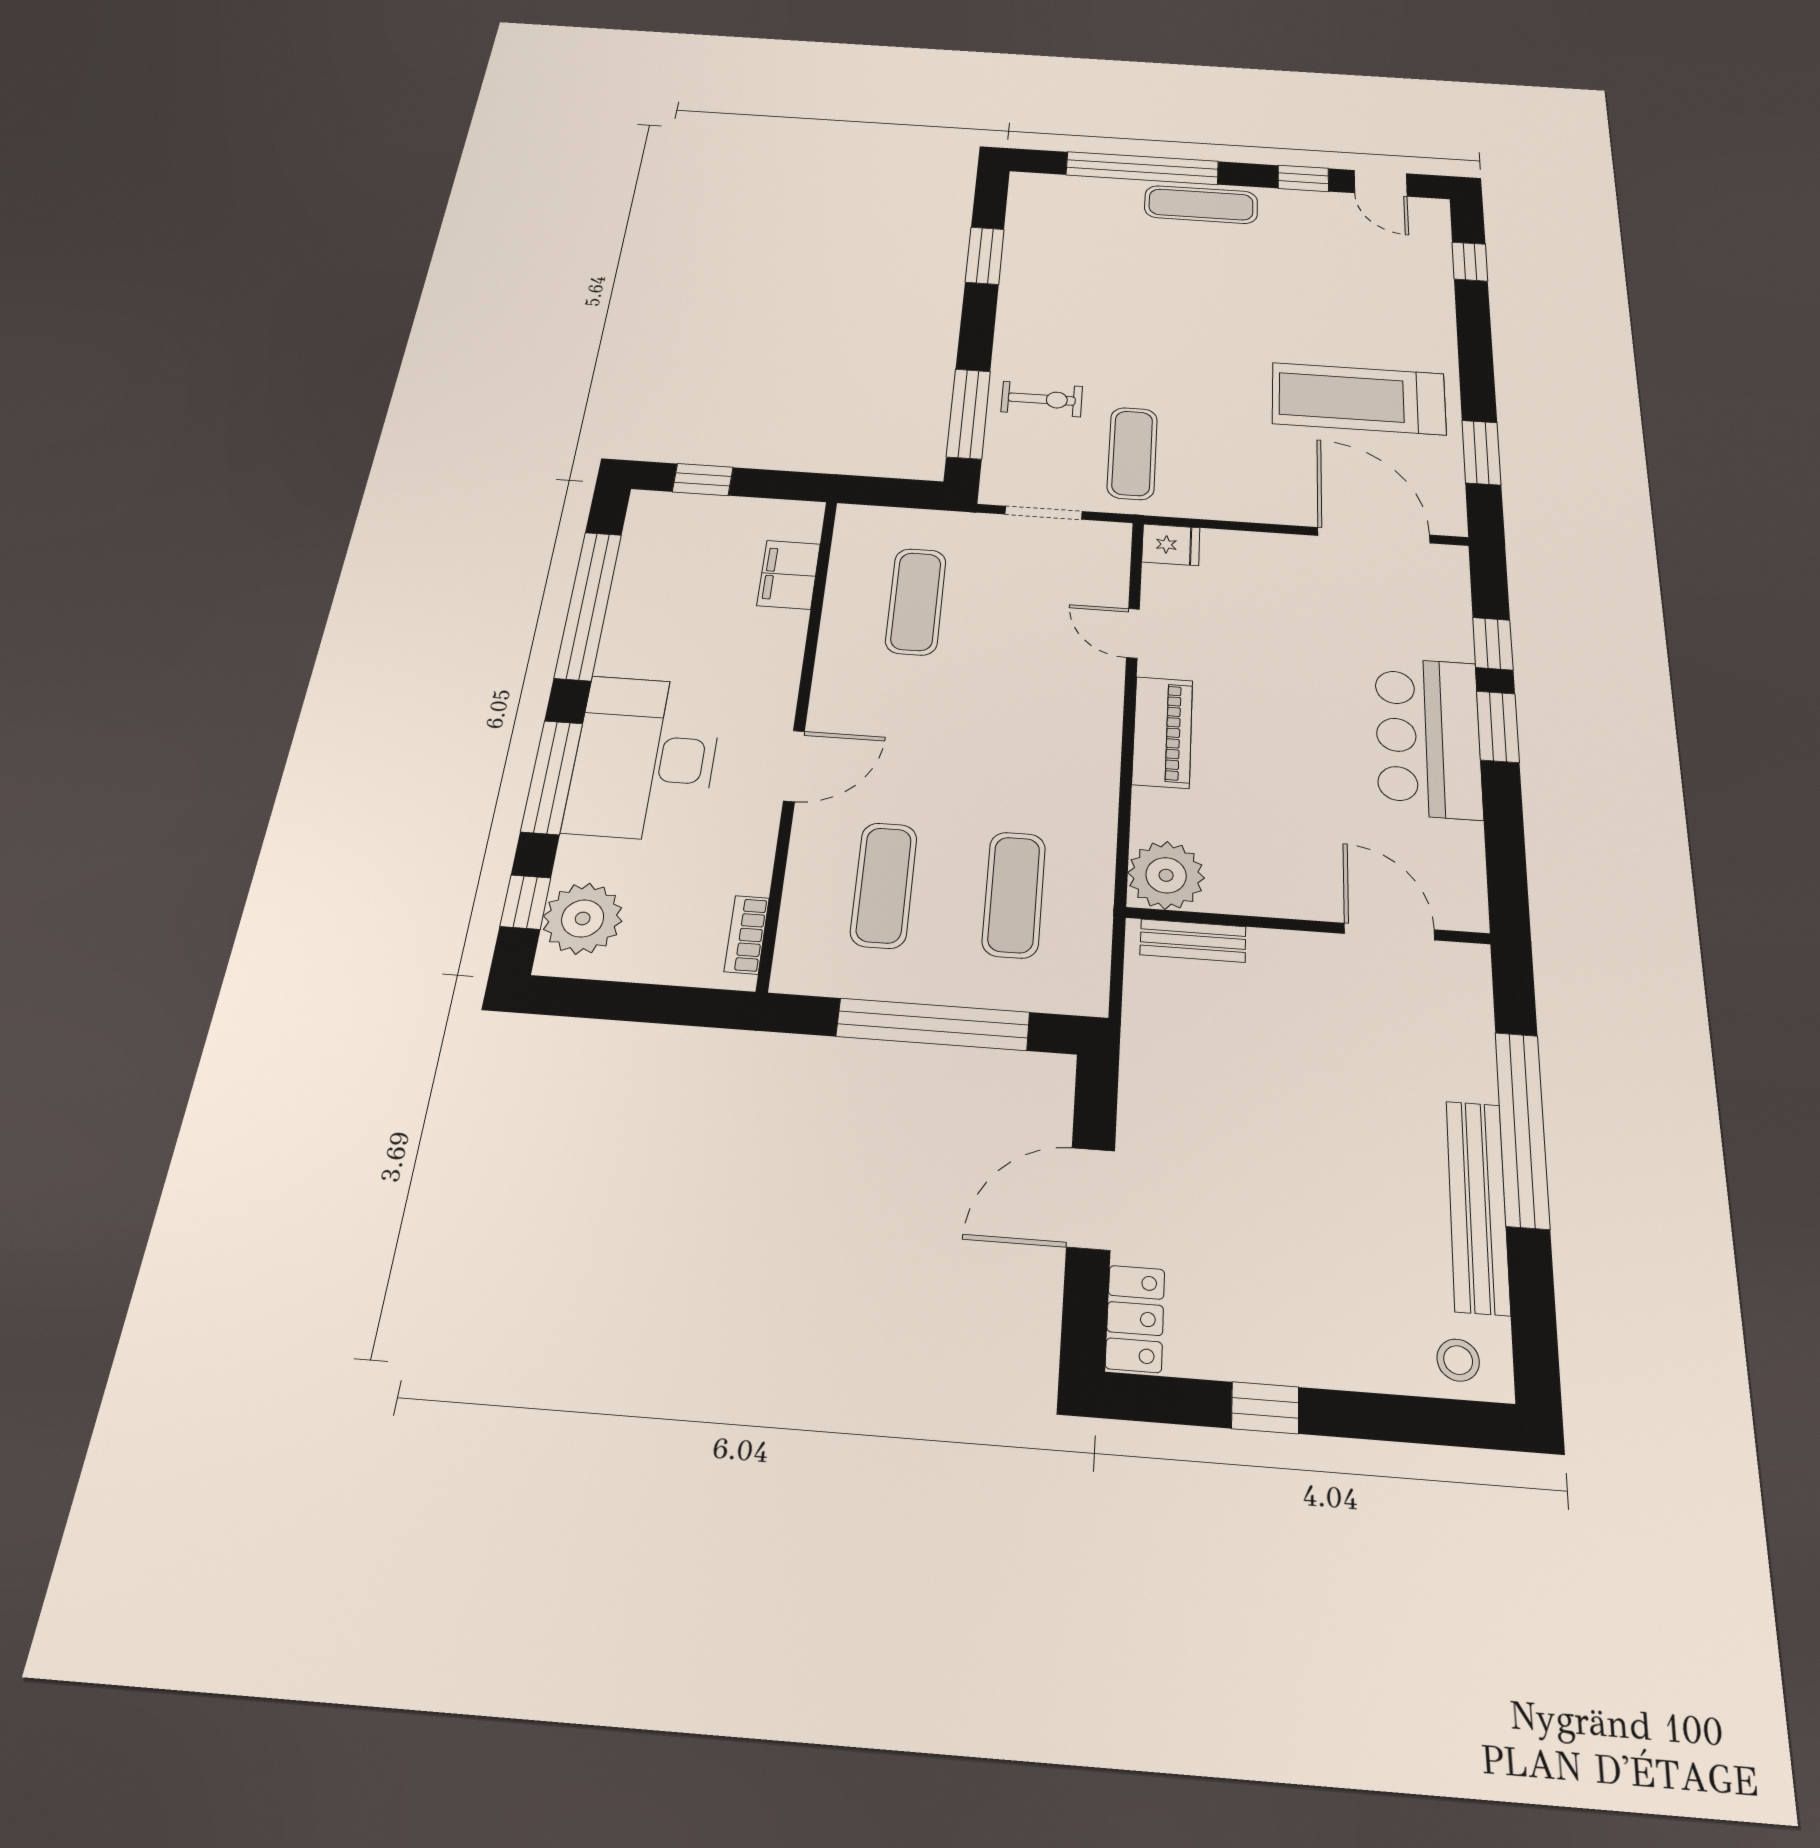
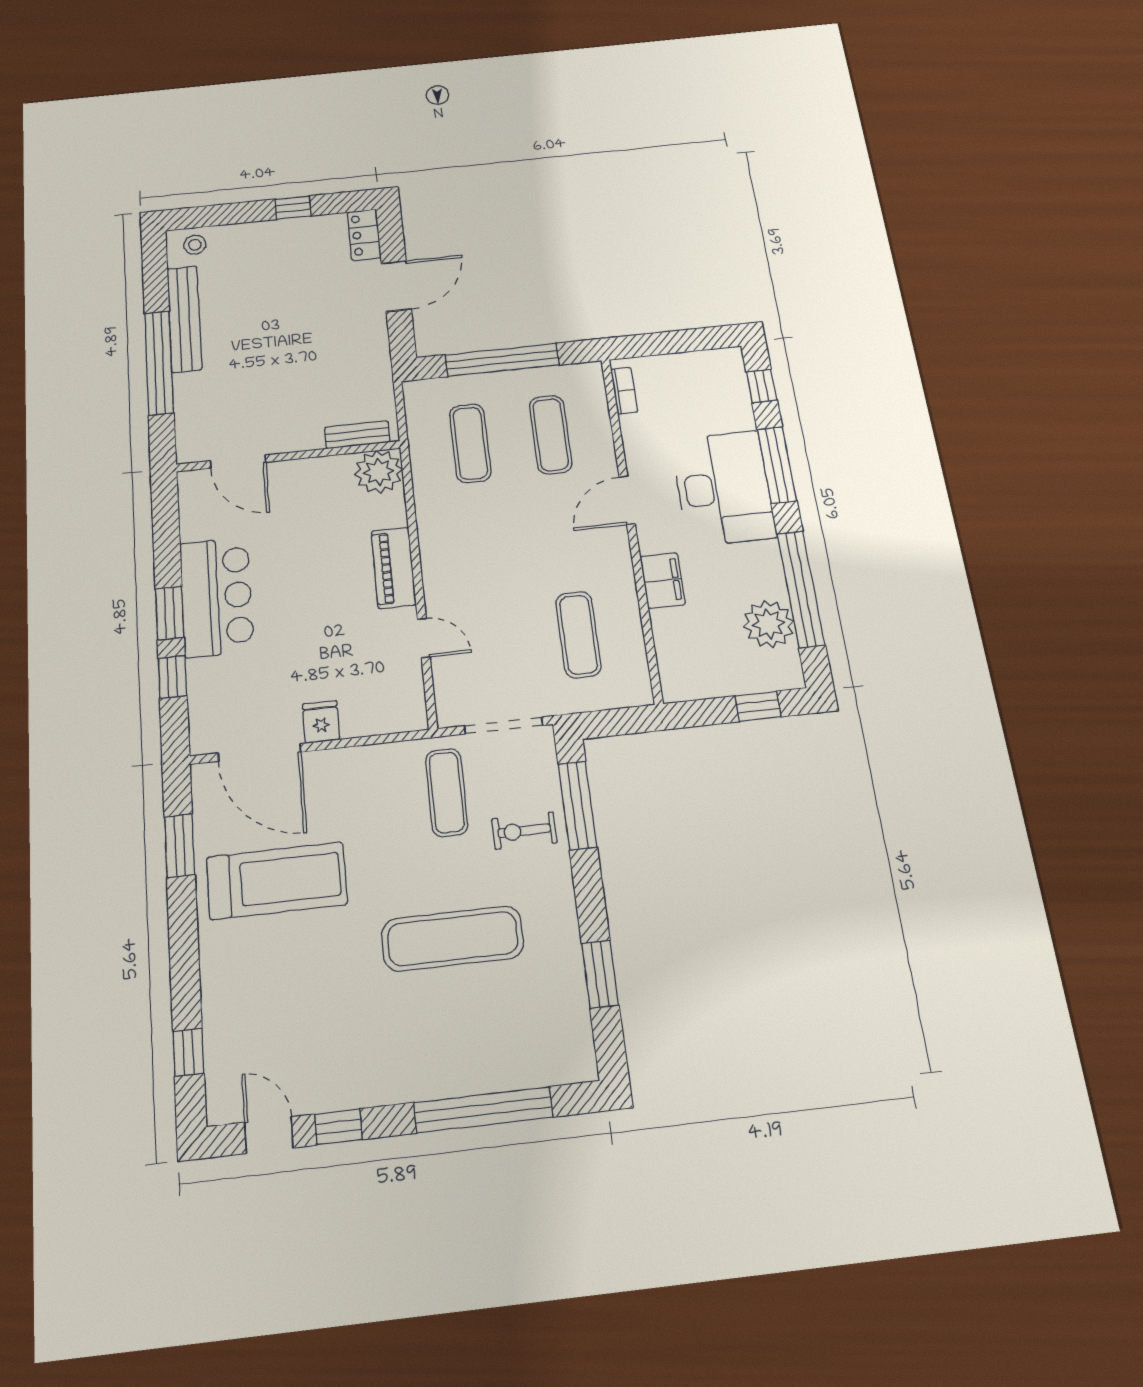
exercise mat: (1201, 205) -> (453, 939), moved, width x1.36, depth x1.45
doorway: (1043, 513) -> (503, 726), width x1.38
fridge: (1171, 545) -> (321, 722), moved, turned 90
filing cabinet: (789, 575) -> (663, 580), moved
plant: (583, 918) -> (769, 624), moved

